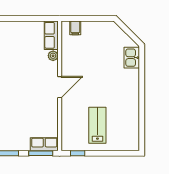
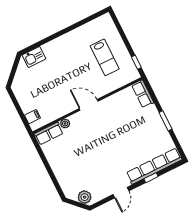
lab bench: (97, 125) -> (105, 57), turned -90
window: (41, 153) -> (152, 93), removed

